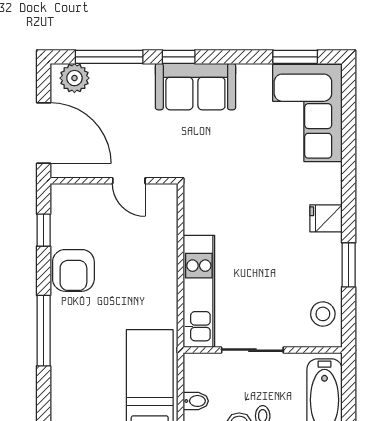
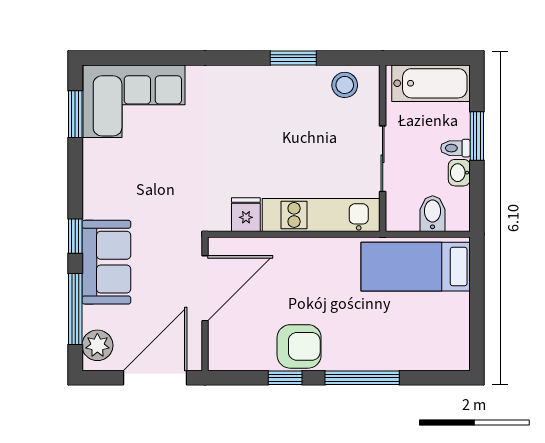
sofa: (195, 87) -> (106, 262), moved
door: (129, 181) -> (205, 288), width x1.88
fridge: (326, 218) -> (246, 215), moved, turned 180
window: (44, 230) -> (285, 378), moved
bidet: (196, 401) -> (433, 214), width x1.38, depth x1.36

